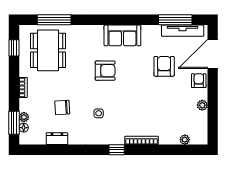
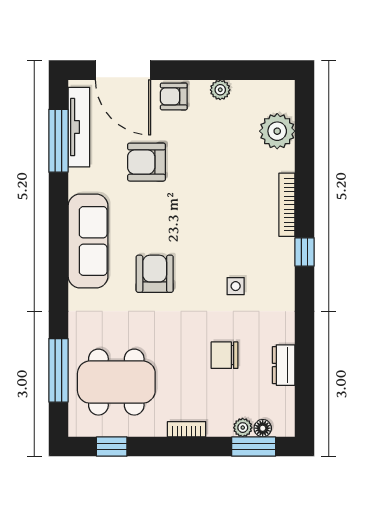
sofa: (122, 35) -> (88, 241), width x1.36
chair: (62, 107) -> (224, 355), turned 93
plant: (185, 140) -> (277, 131), width x1.87, depth x1.87

